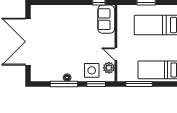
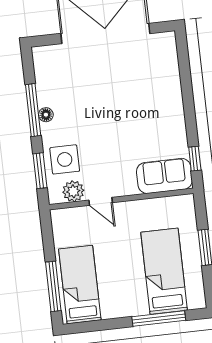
door: (116, 54) -> (101, 201), swing flipped
window: (139, 84) -> (53, 286), moved

